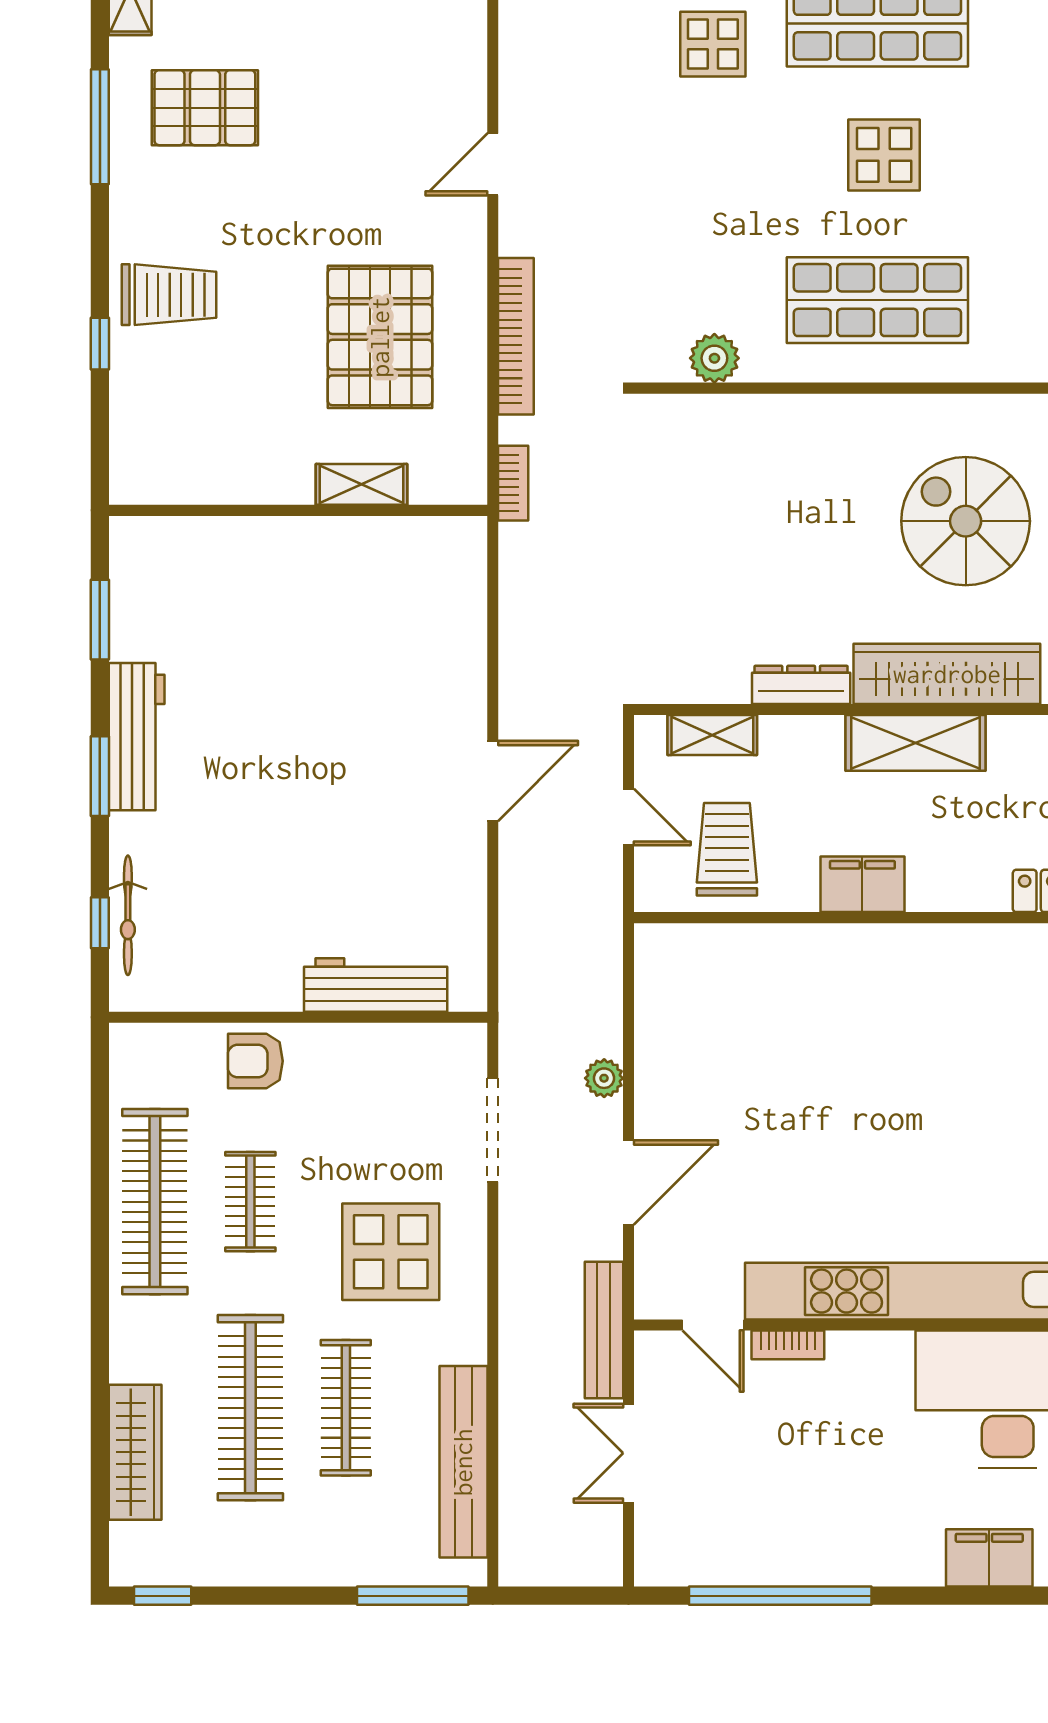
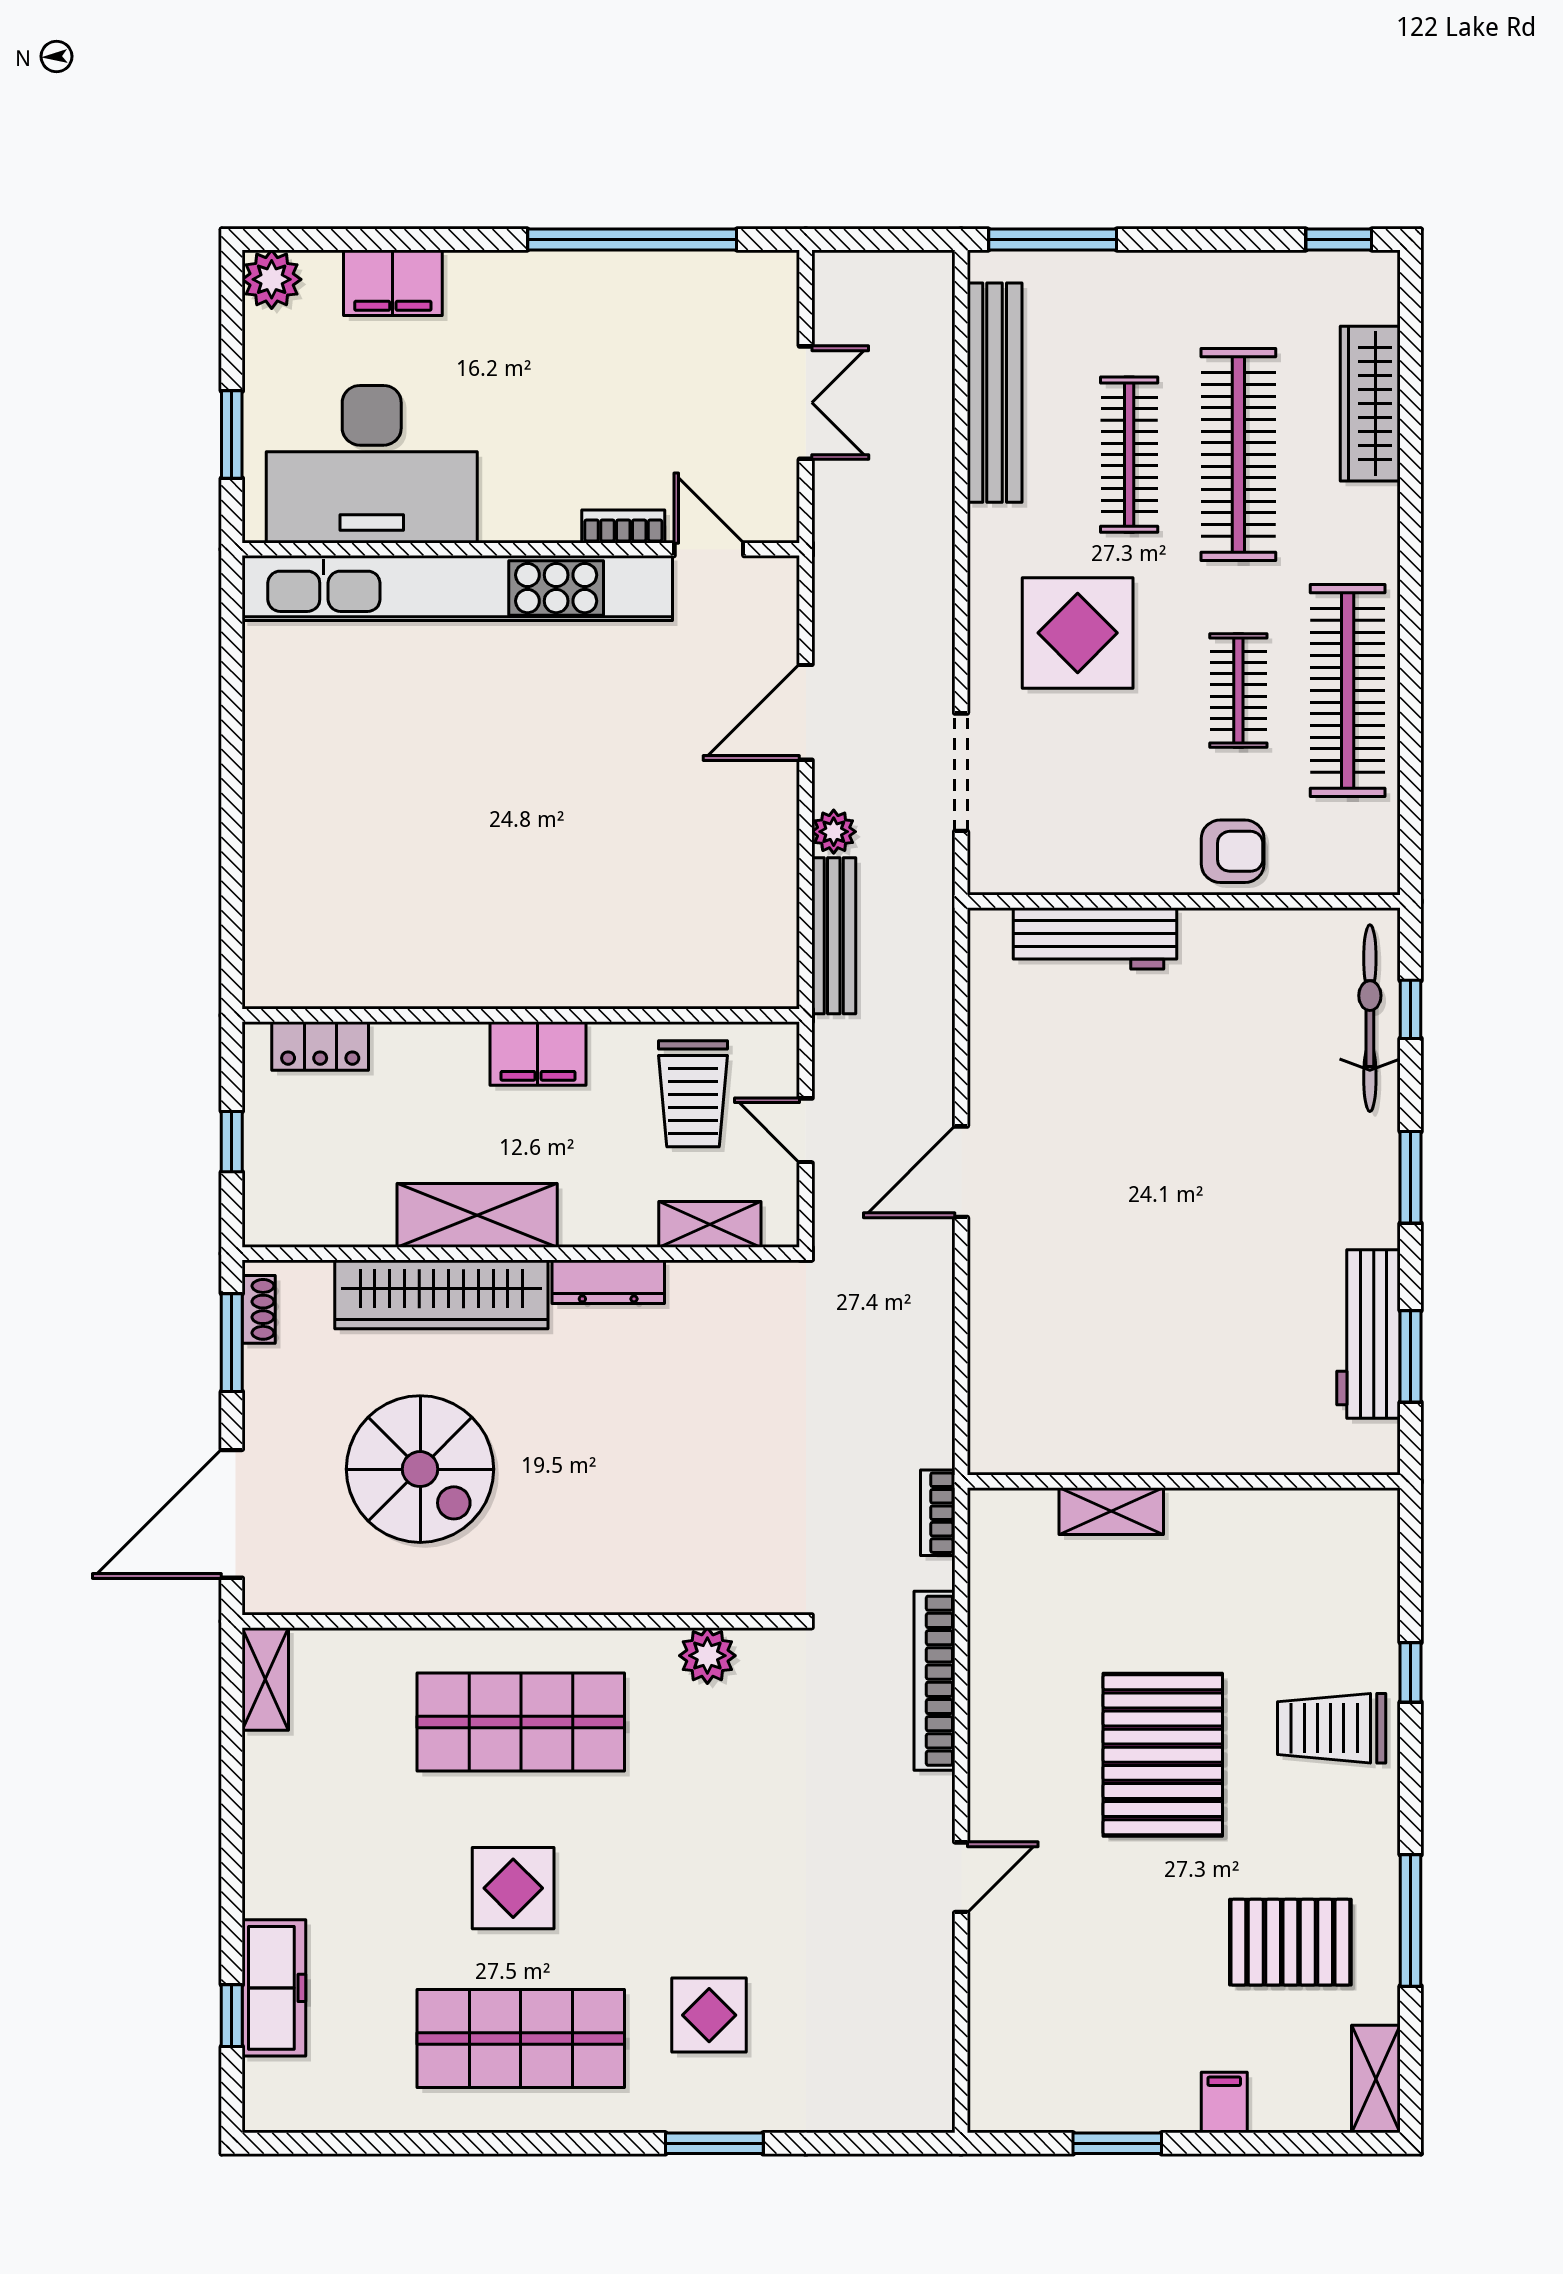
pallet: (380, 337) -> (1163, 1755), moved
workbench: (137, 737) -> (1369, 1334), moved
bicycle: (128, 915) -> (1370, 1018), width x1.37, depth x1.40
bench: (604, 1330) -> (834, 936), moved

